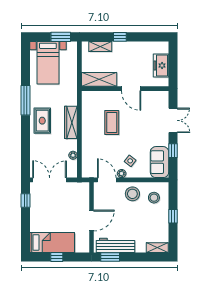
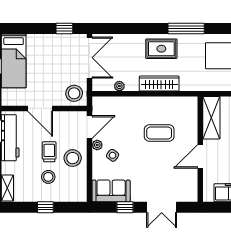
stool: (79, 193) -> (74, 93), added
stool: (154, 198) -> (48, 177), moved
trolley: (127, 213) -> (49, 152), added

